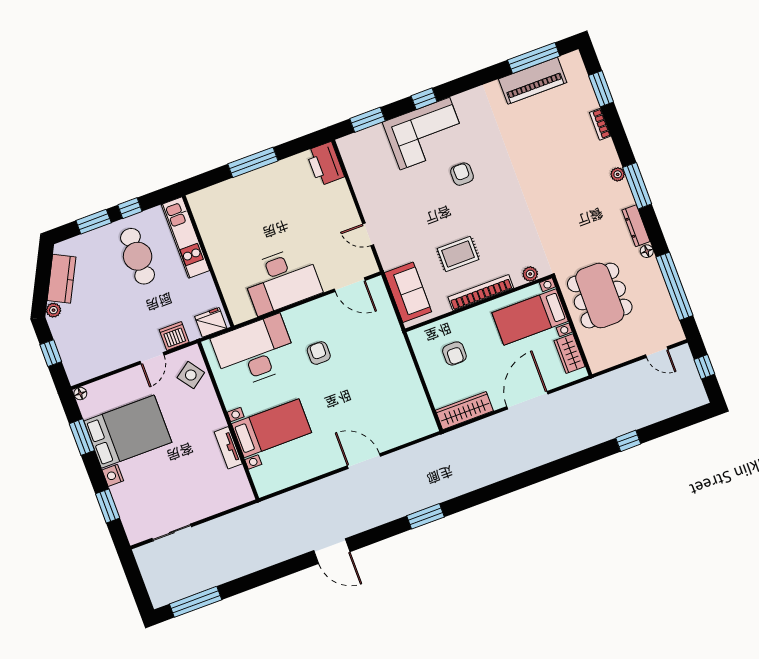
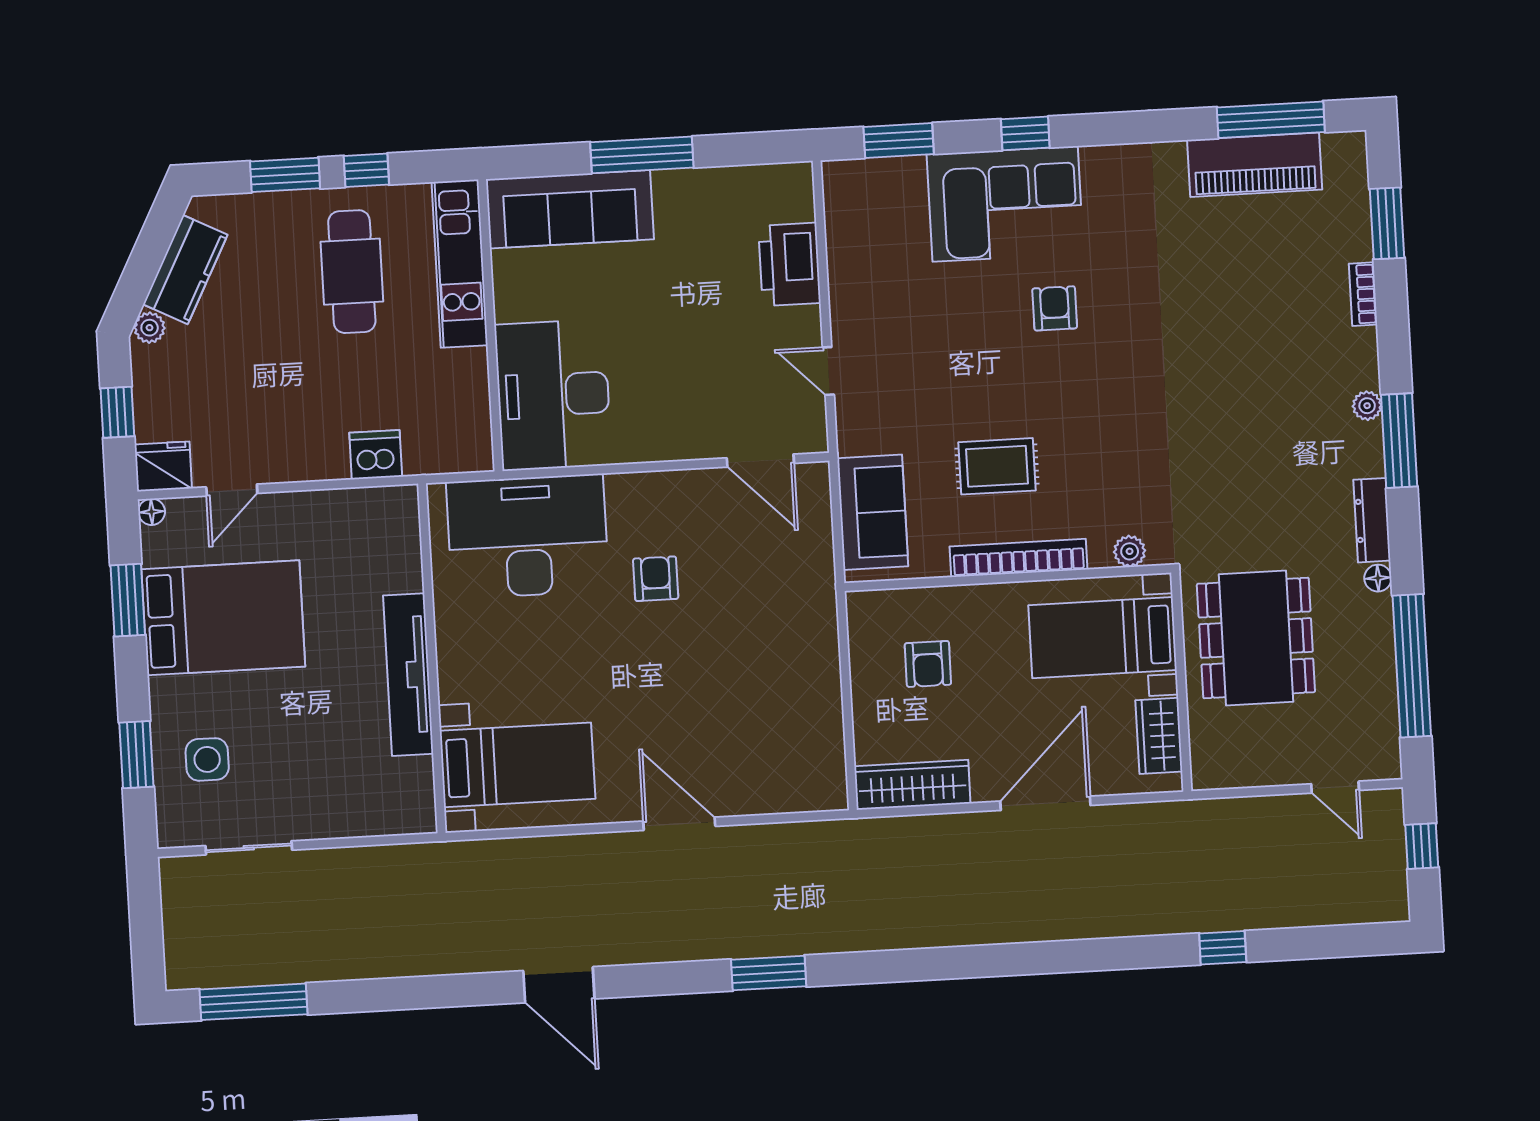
printer: (325, 164) -> (790, 264), moved
sofa: (228, 197) -> (570, 209), added
desk: (282, 280) -> (553, 395), moved, turned 90
fridge: (211, 322) -> (163, 466), moved
door: (152, 358) -> (232, 490), moved
side table: (191, 375) -> (207, 759), moved, turned 36
bed with nightstands: (271, 428) -> (517, 765), moved
tv unit: (228, 448) -> (408, 675), width x1.92, depth x1.29
nightstand: (113, 475) -> (166, 696), removed

